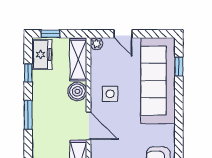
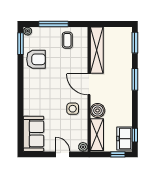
window: (179, 66) -> (20, 129), removed
window: (28, 73) -> (135, 135), moved
sofa: (158, 81) -> (33, 134), width x0.54, depth x0.79
window: (28, 115) -> (135, 79), moved

